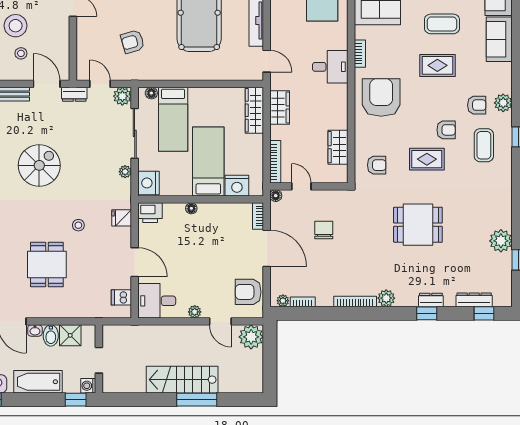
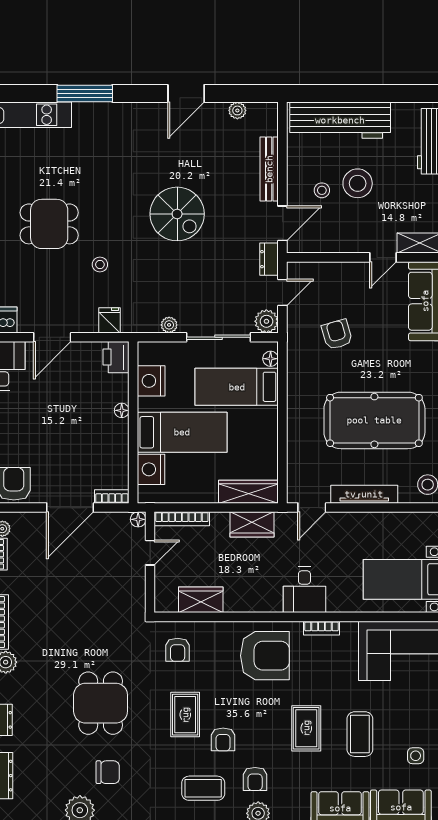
nightstand: (149, 183) -> (151, 381), moved, turned -90
chair: (324, 230) -> (108, 772), moved

